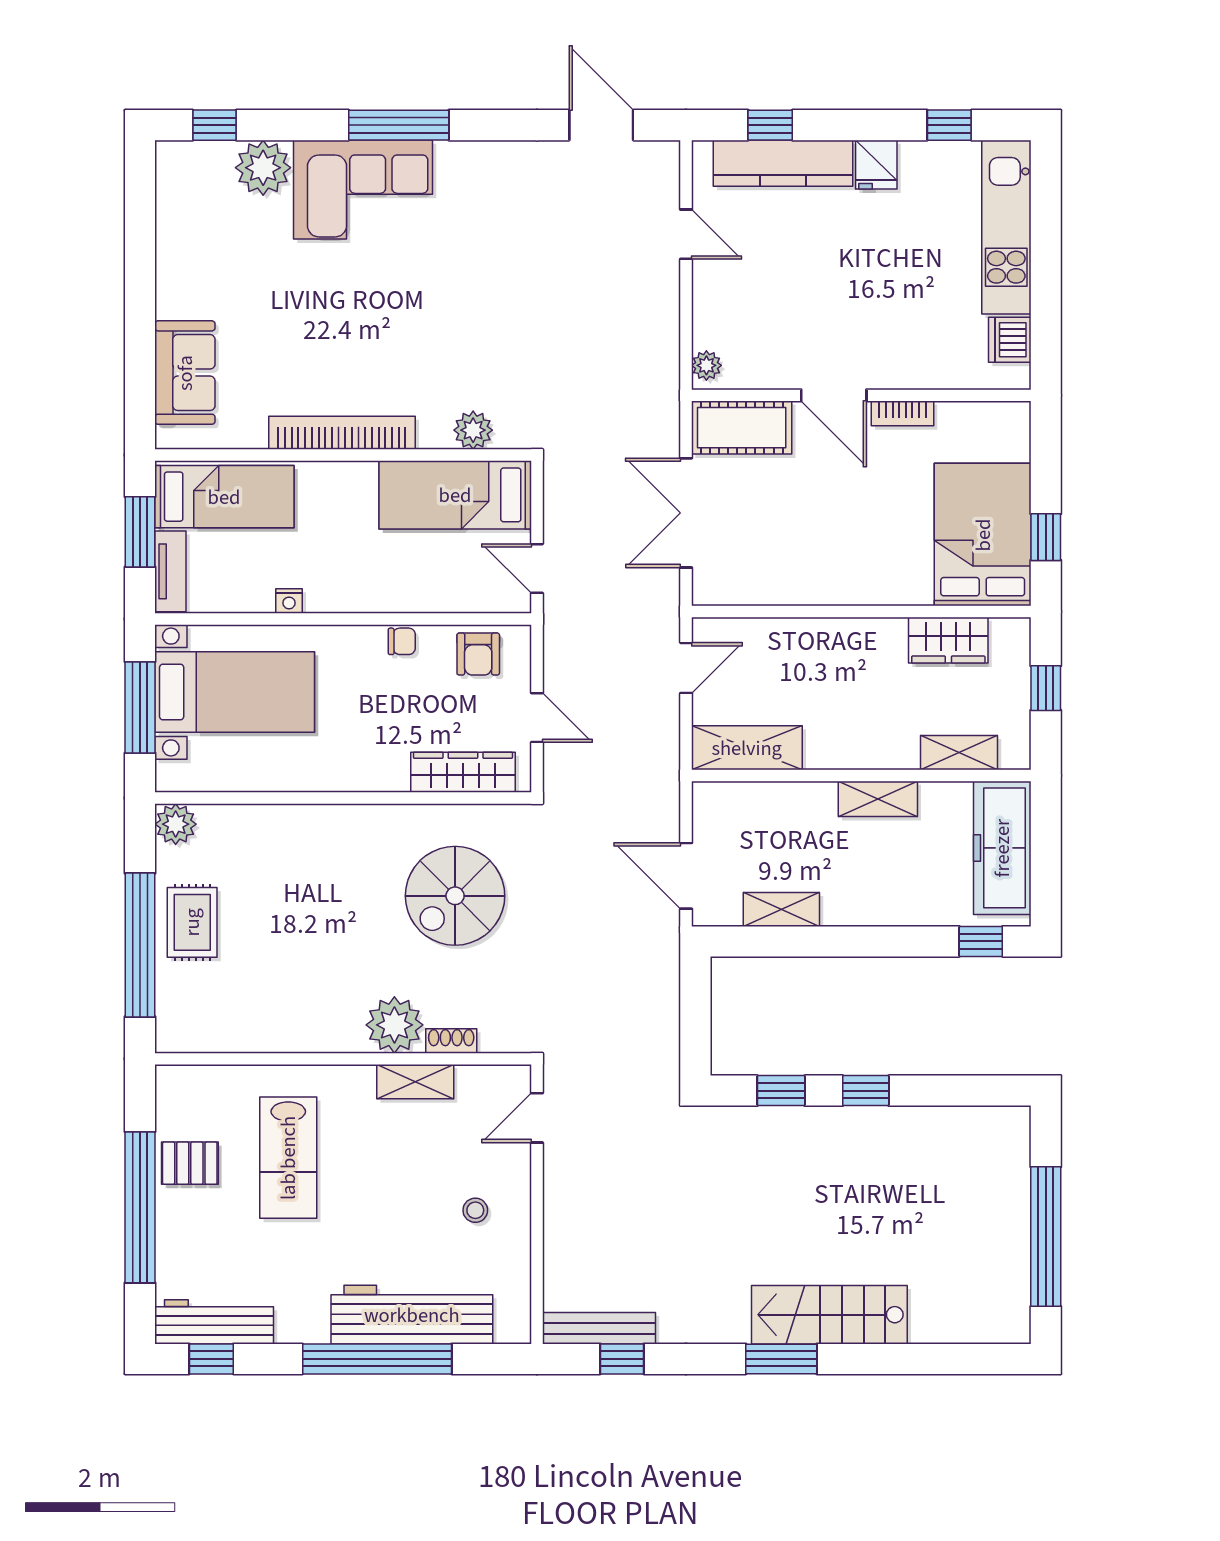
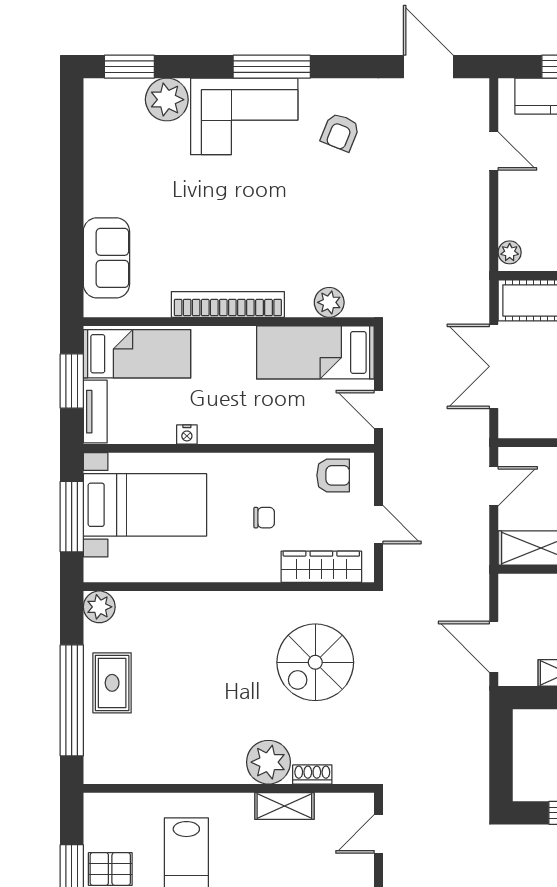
window: (215, 125) -> (129, 67), width x1.50
armchair: (487, 210) -> (340, 132), added
chair: (402, 641) -> (264, 518), moved
armchair: (478, 654) -> (333, 475), turned -90

